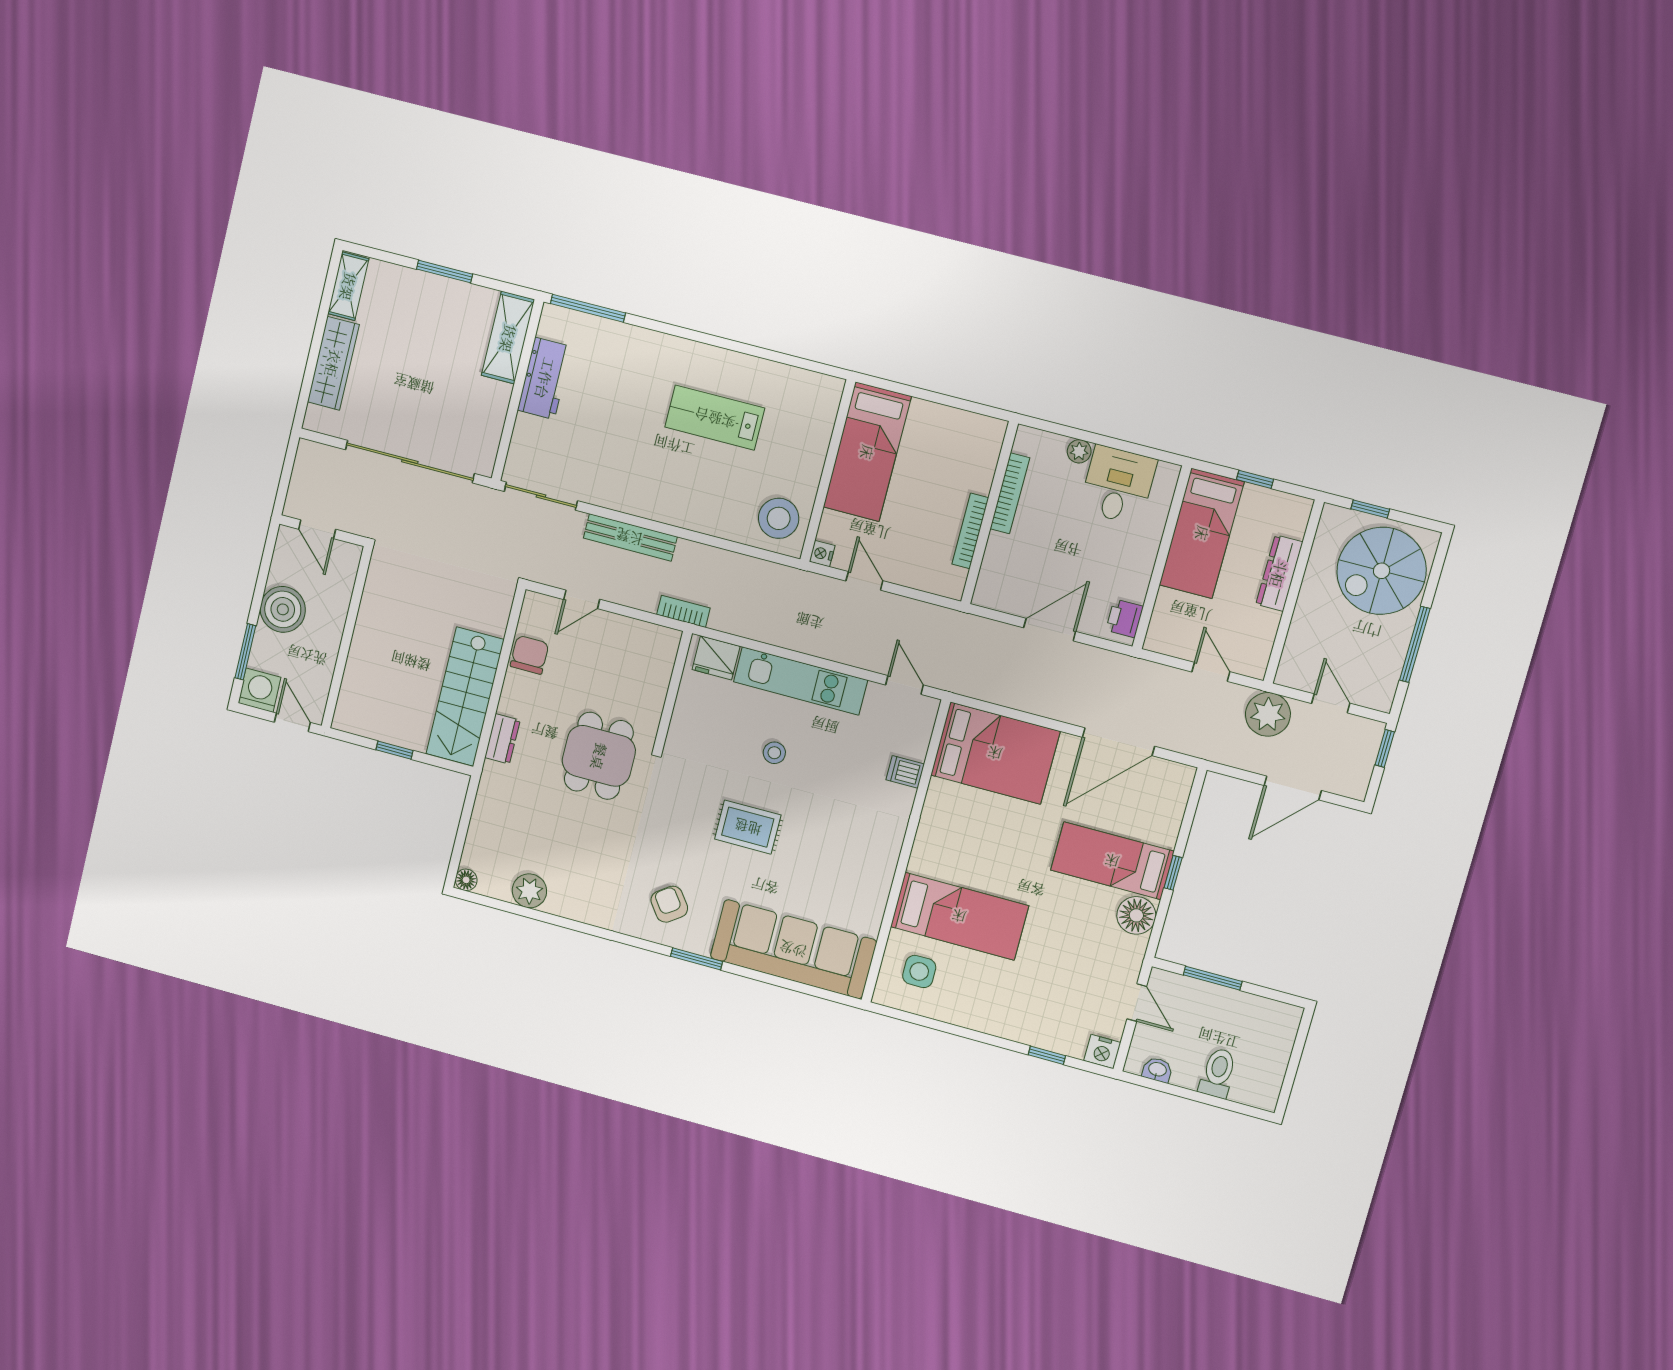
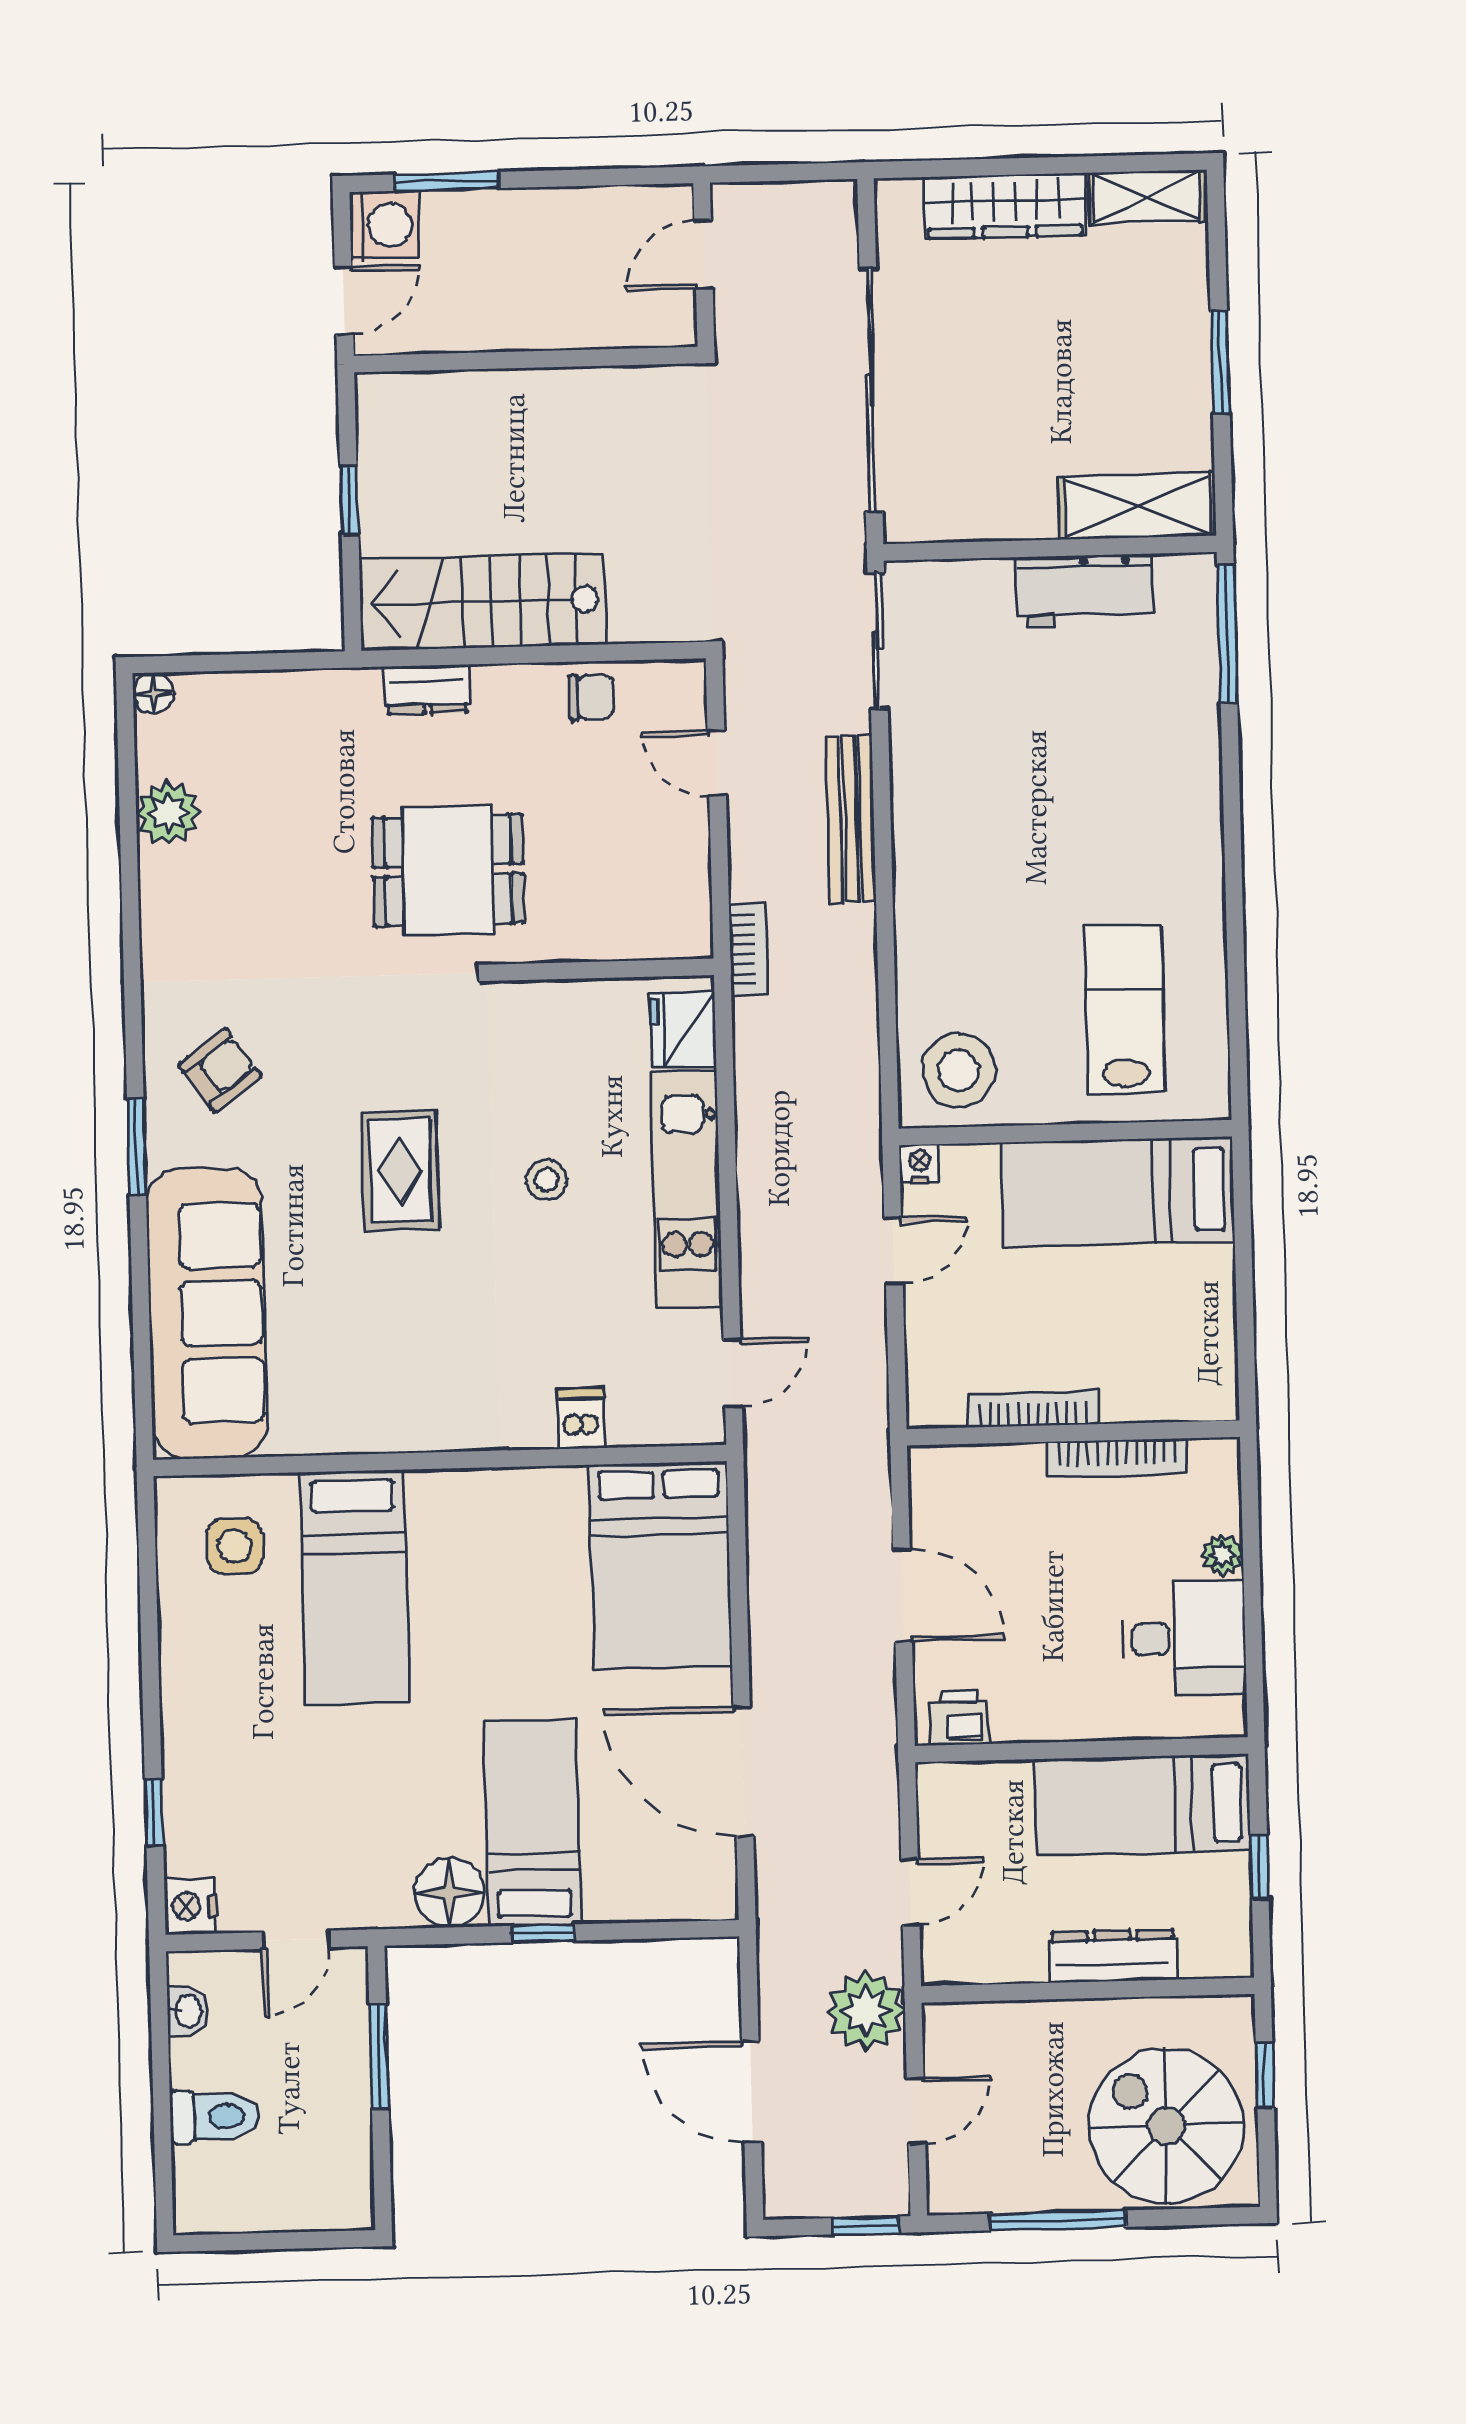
lab bench: (715, 418) -> (1125, 1009), moved
boiler: (283, 609) -> (542, 230), removed
chair: (530, 655) -> (592, 697), width x0.73, depth x0.73

